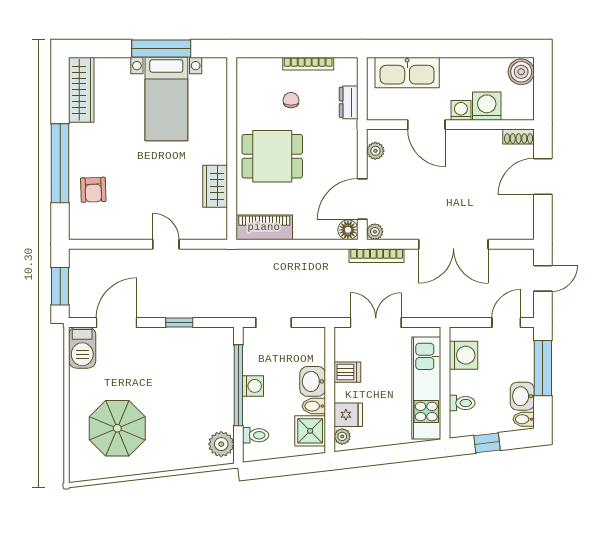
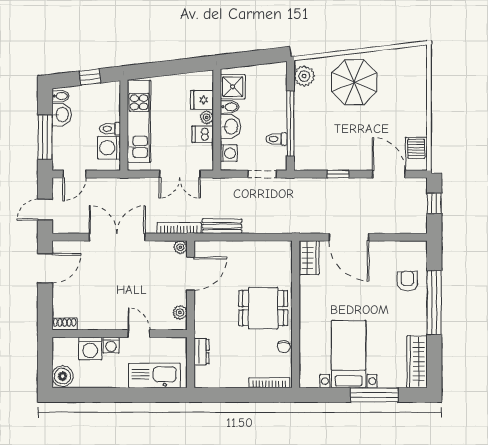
window: (161, 49) -> (374, 395), moved
bookcase: (308, 64) -> (269, 383), moved
chair: (291, 100) -> (284, 347), moved
door: (426, 125) -> (139, 334), width x0.73
door: (543, 176) -> (45, 268), moved
wardrobe: (215, 186) -> (309, 258), moved
piano: (264, 227) -> (270, 251), removed
floor lamp: (348, 230) -> (202, 249), removed
door: (166, 244) -> (349, 237), width x1.88
bench: (323, 258) -> (222, 226), added
window: (60, 286) -> (434, 203), width x0.67
door: (116, 323) -> (389, 174), swing flipped
washing machine: (253, 386) -> (229, 153), moved, turned 180
toilet: (462, 403) -> (110, 129), moved
parasol: (117, 428) -> (354, 82), moved
toilet: (256, 435) -> (277, 139), moved
plant: (342, 436) -> (207, 117), moved

